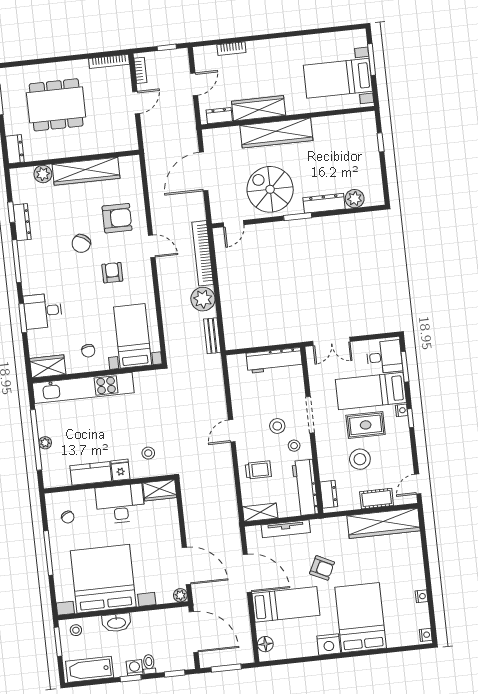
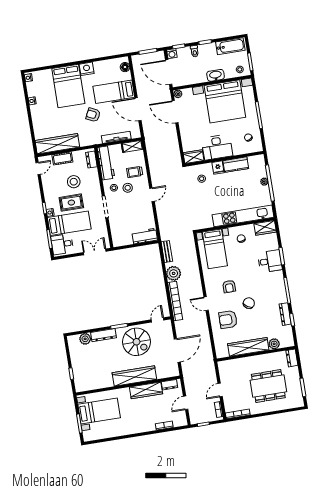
workbench: (274, 360) -> (145, 236), moved, width x0.73
stool: (277, 426) -> (128, 188), moved
washing machine: (135, 668) -> (172, 54), moved

